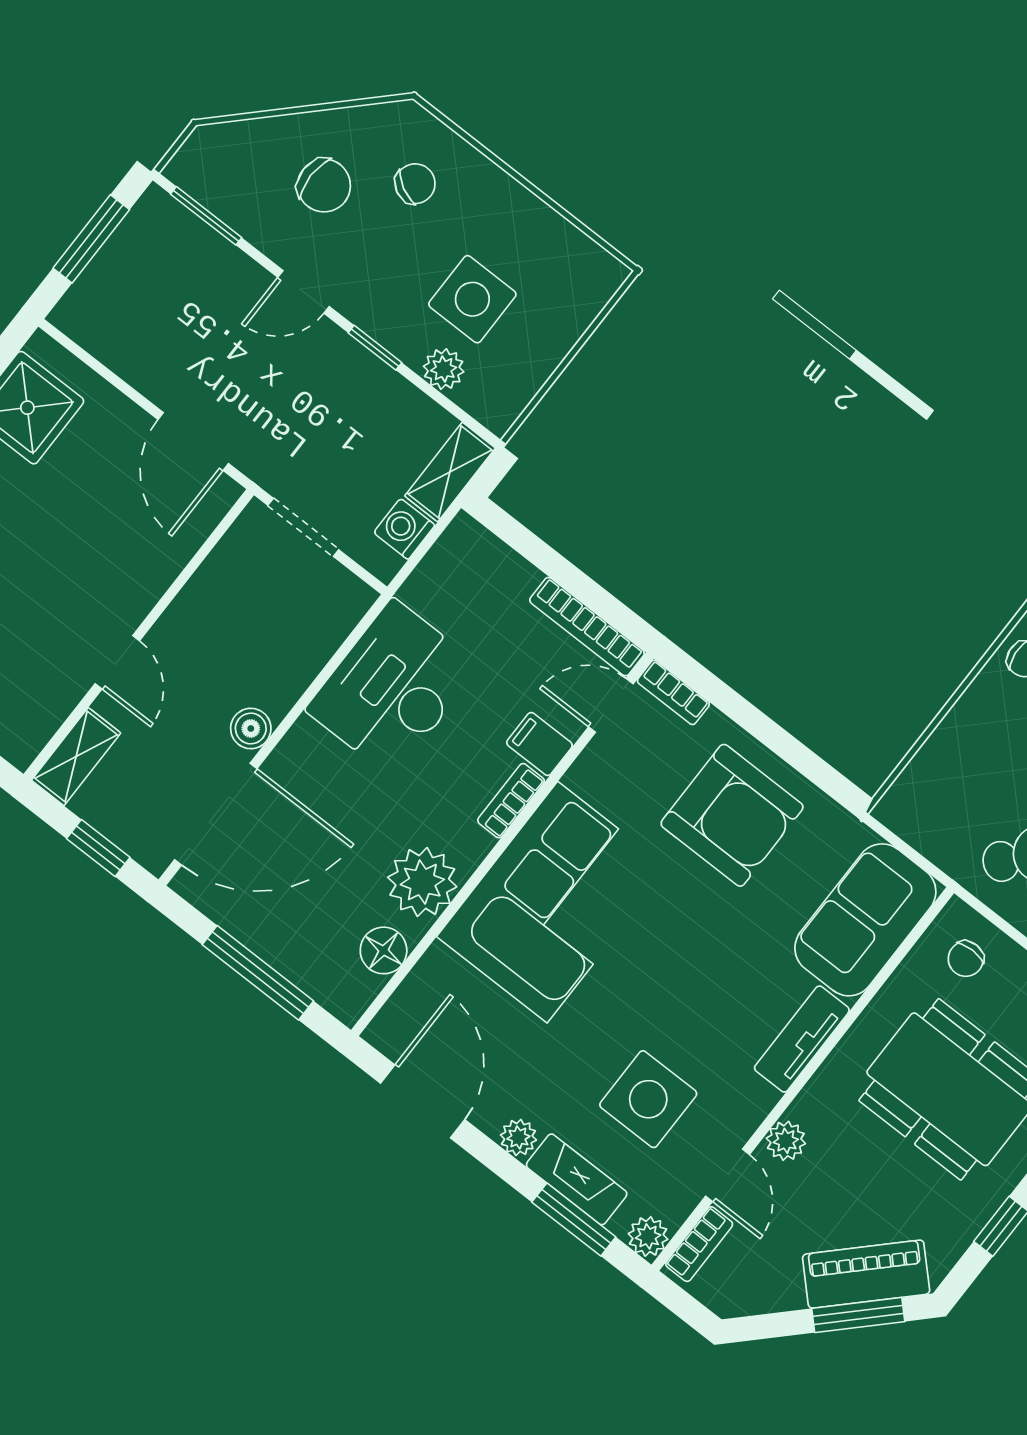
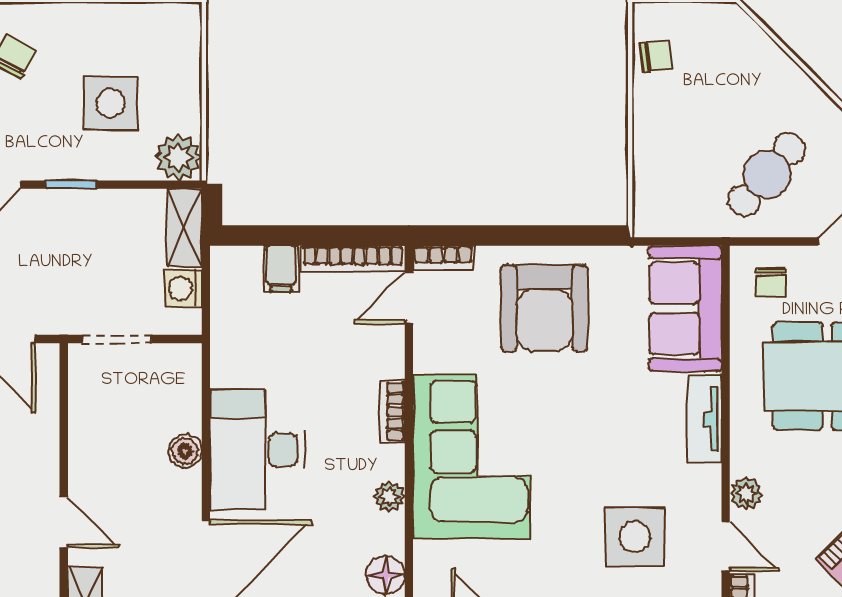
plant: (444, 369) -> (178, 157), moved, width x1.38, depth x1.38
desk: (393, 688) -> (257, 450), moved
boiler: (251, 728) -> (185, 451), moved
filing cabinet: (539, 744) -> (281, 268), moved, turned -90
armchair: (732, 815) -> (544, 308), turned 90
plant: (422, 882) -> (389, 497), width x0.53, depth x0.53

